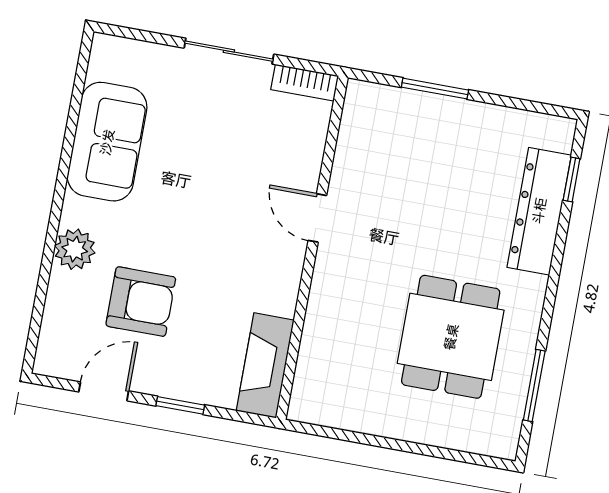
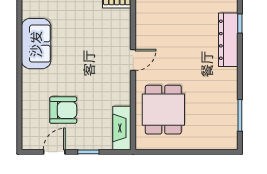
door: (317, 218) -> (133, 60), swing flipped
plant: (75, 249) -> (31, 93), removed
dining table: (451, 337) -> (163, 110), moved

